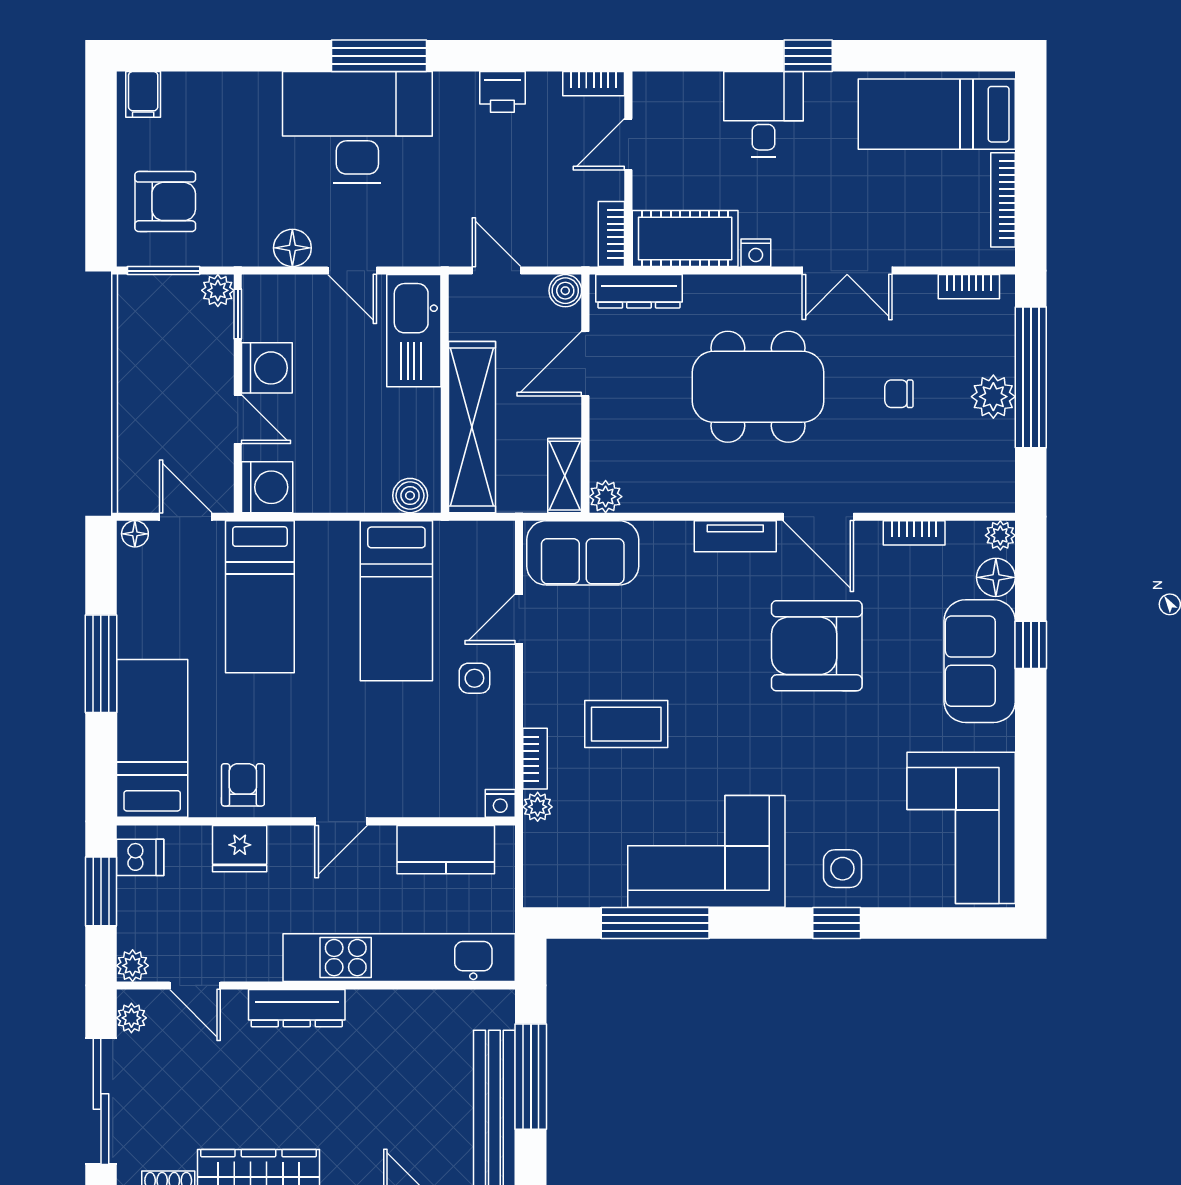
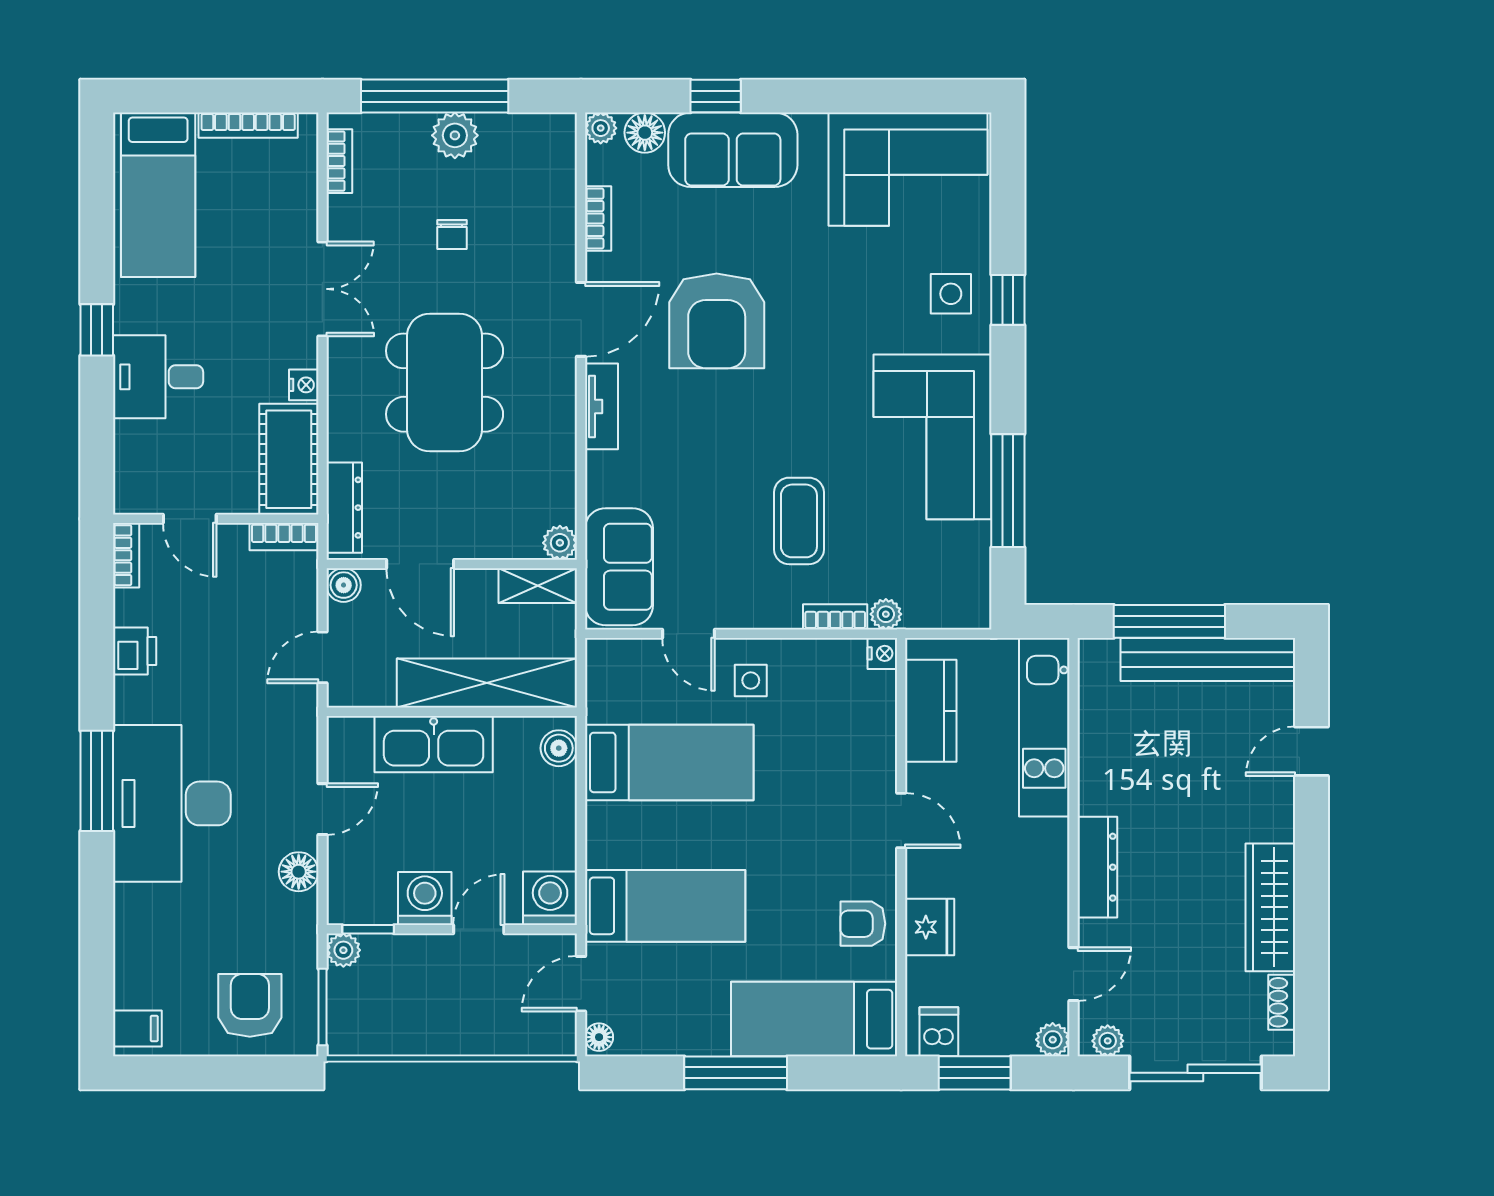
kitchen sink: (414, 331) -> (434, 744), moved
kitchen unit: (399, 958) -> (1044, 727), width x0.73

